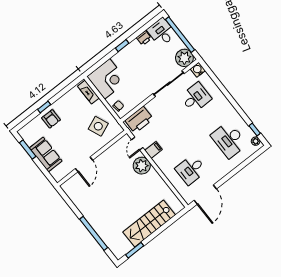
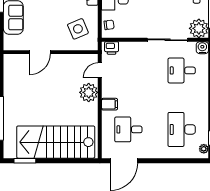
desk: (196, 98) -> (182, 70), turned 180
printer: (139, 120) -> (112, 48), width x0.53, depth x0.68
filing cabinet: (153, 150) -> (110, 104), moved
stairs: (149, 223) -> (56, 142), width x1.36, depth x1.51

